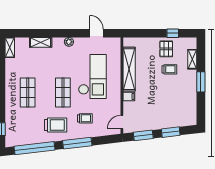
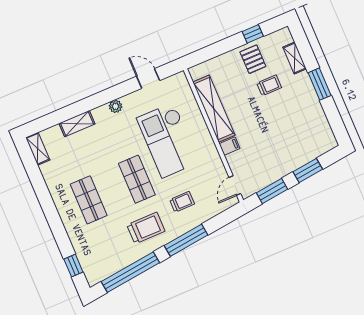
checkout: (92, 76) -> (168, 140), turned 180

